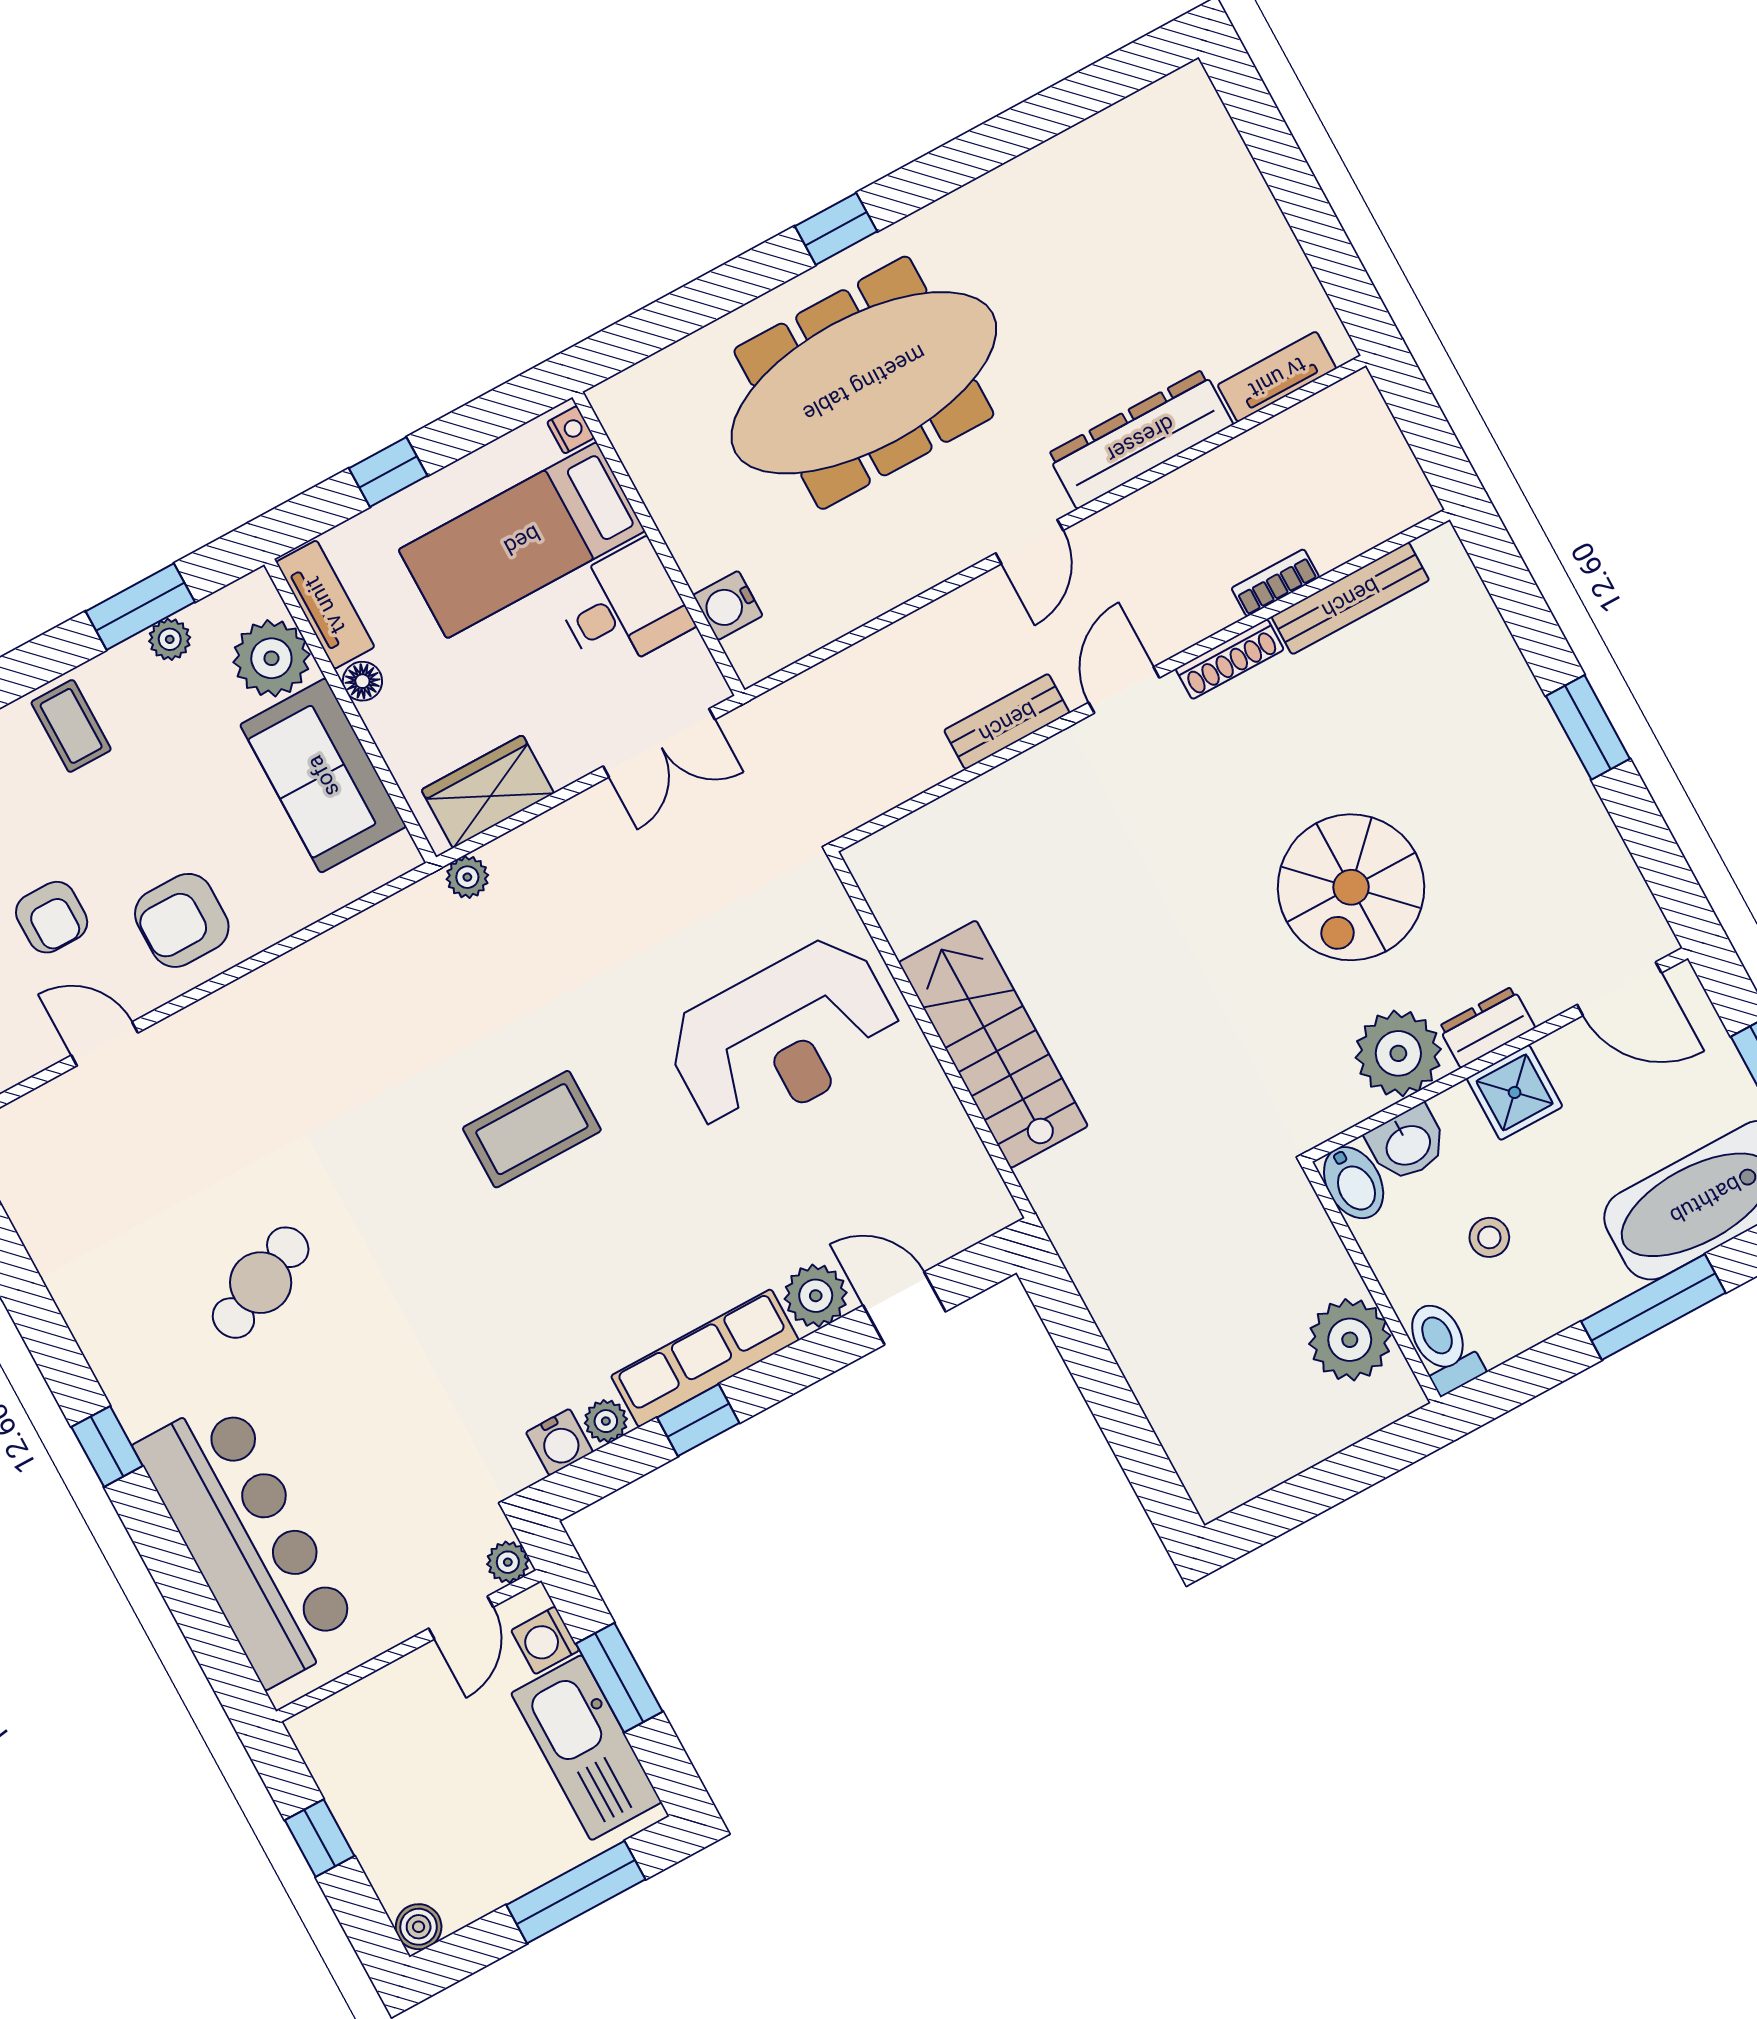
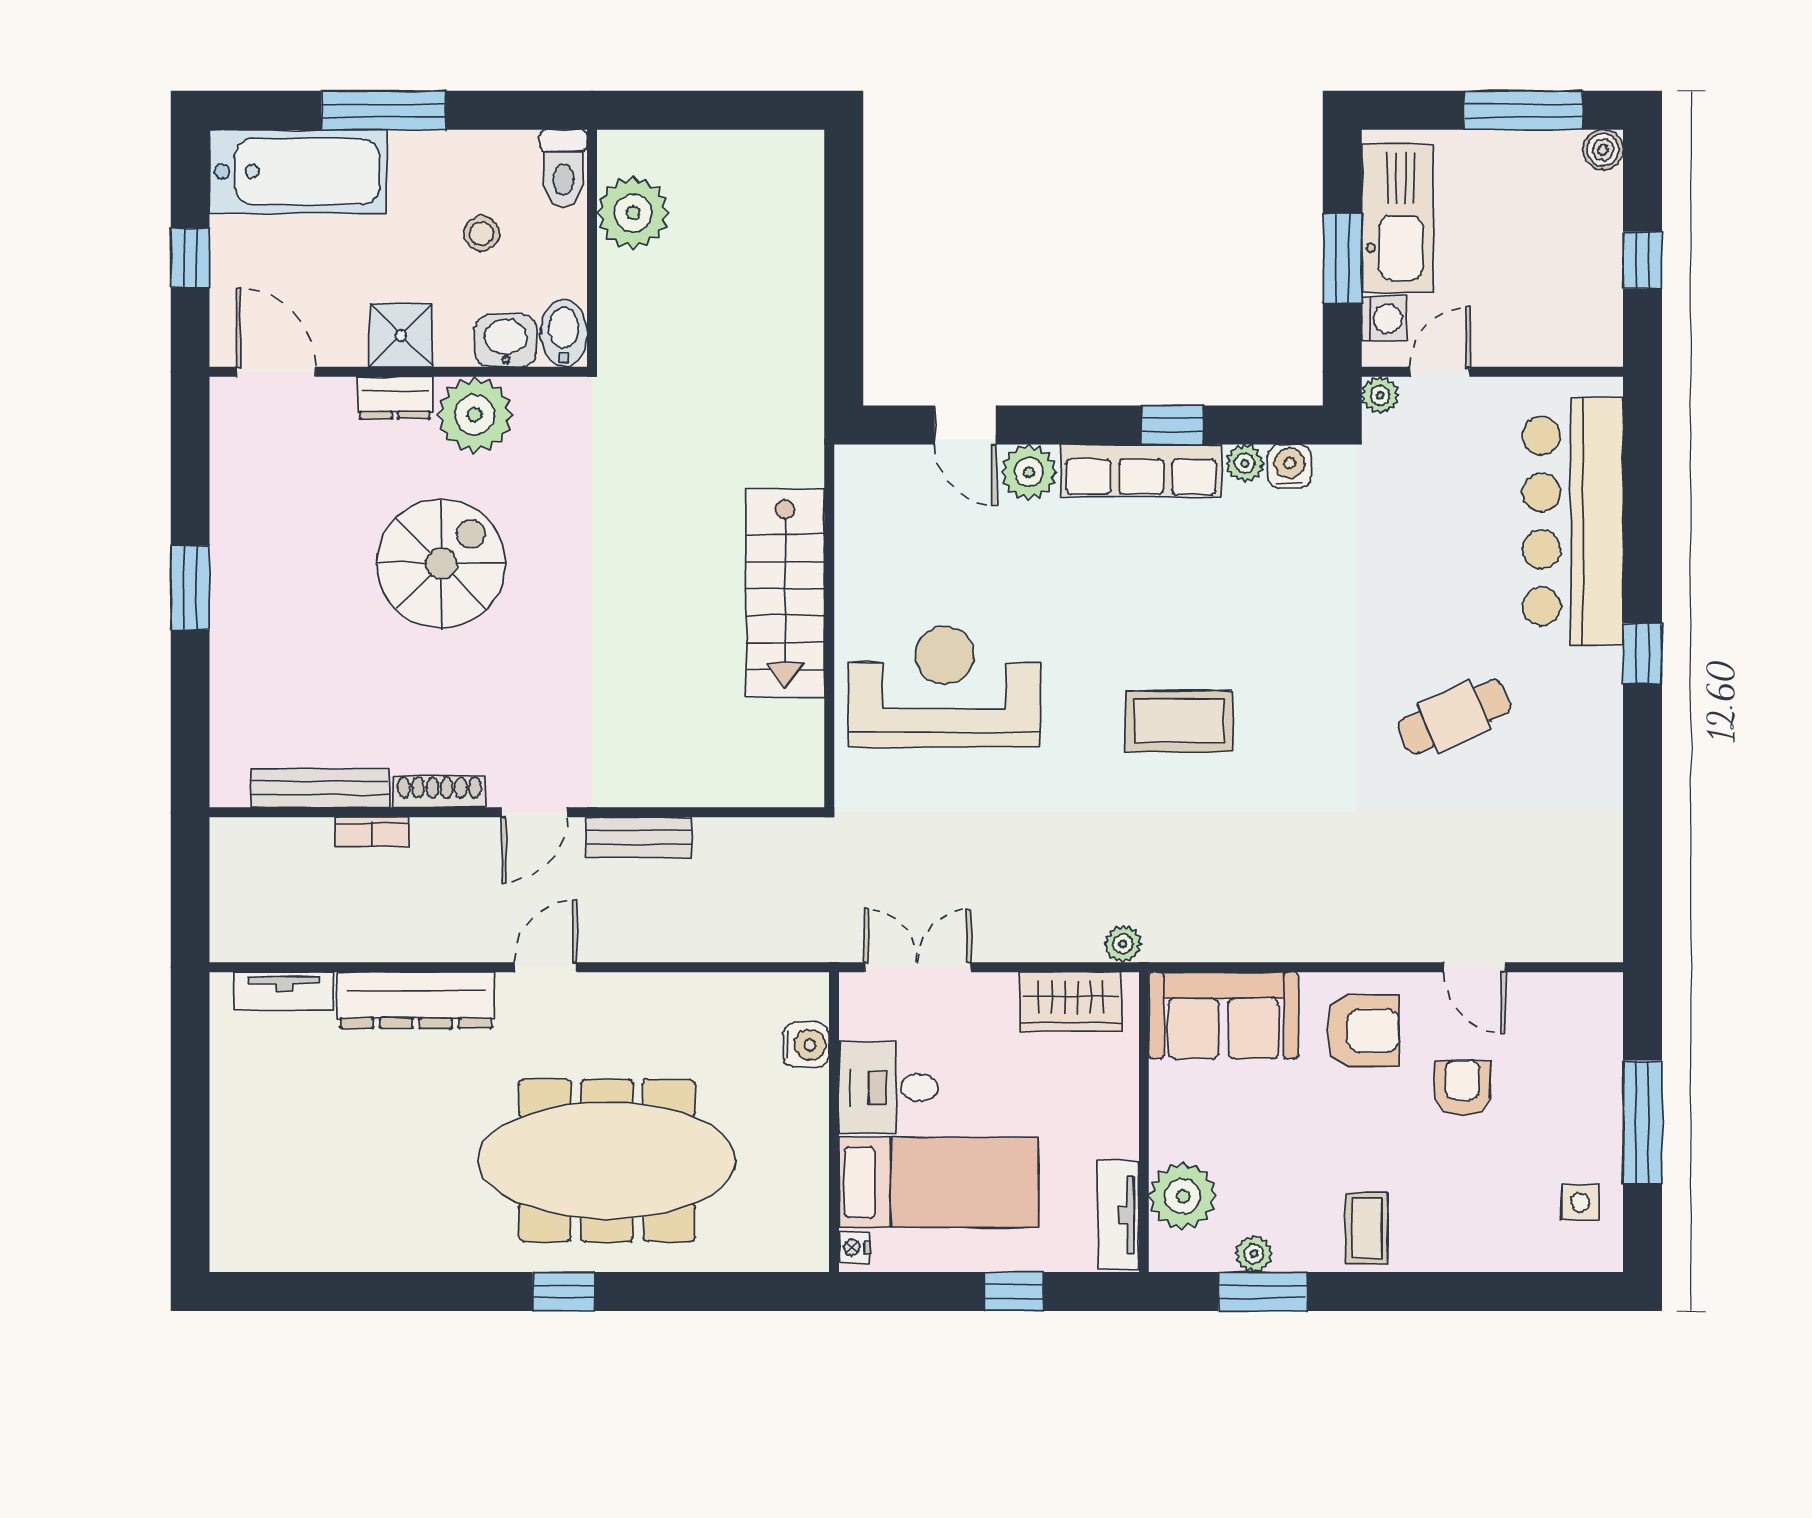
floor lamp: (362, 681) -> (1122, 1140), removed
sofa: (323, 776) -> (1224, 1015), moved, turned 90
window: (576, 1892) -> (1524, 110), moved

